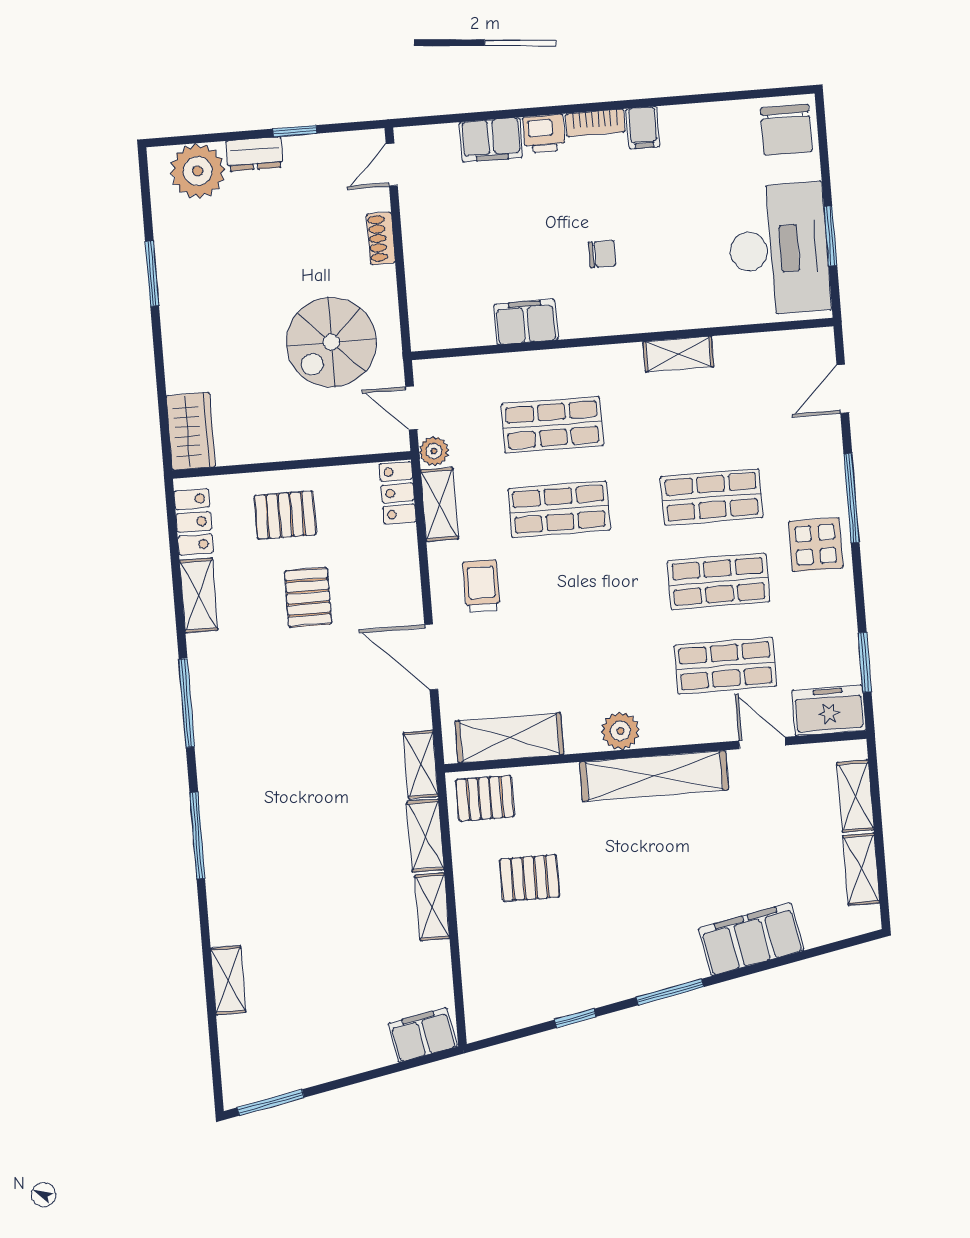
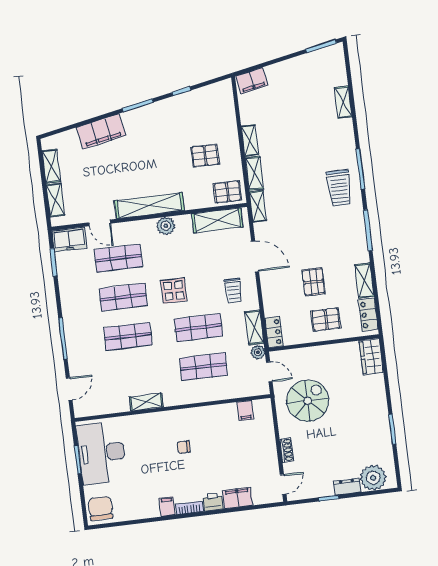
filing cabinet: (526, 322) -> (245, 411), moved, width x0.50
display table: (816, 545) -> (174, 291), moved
trolley: (245, 796) -> (339, 188), added

